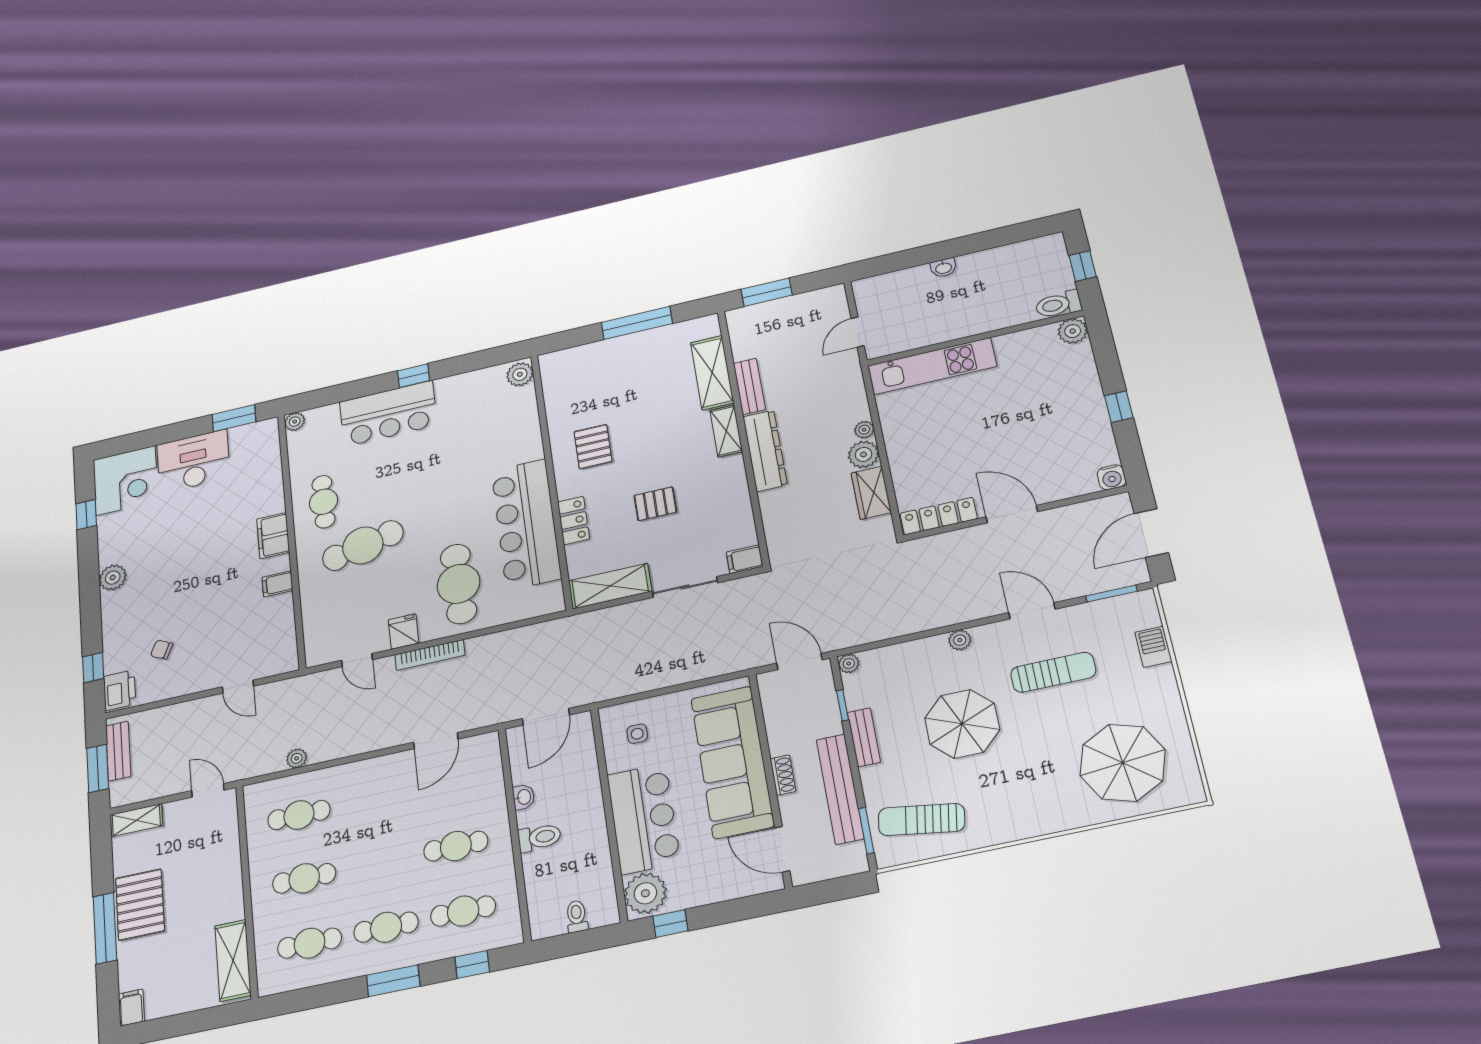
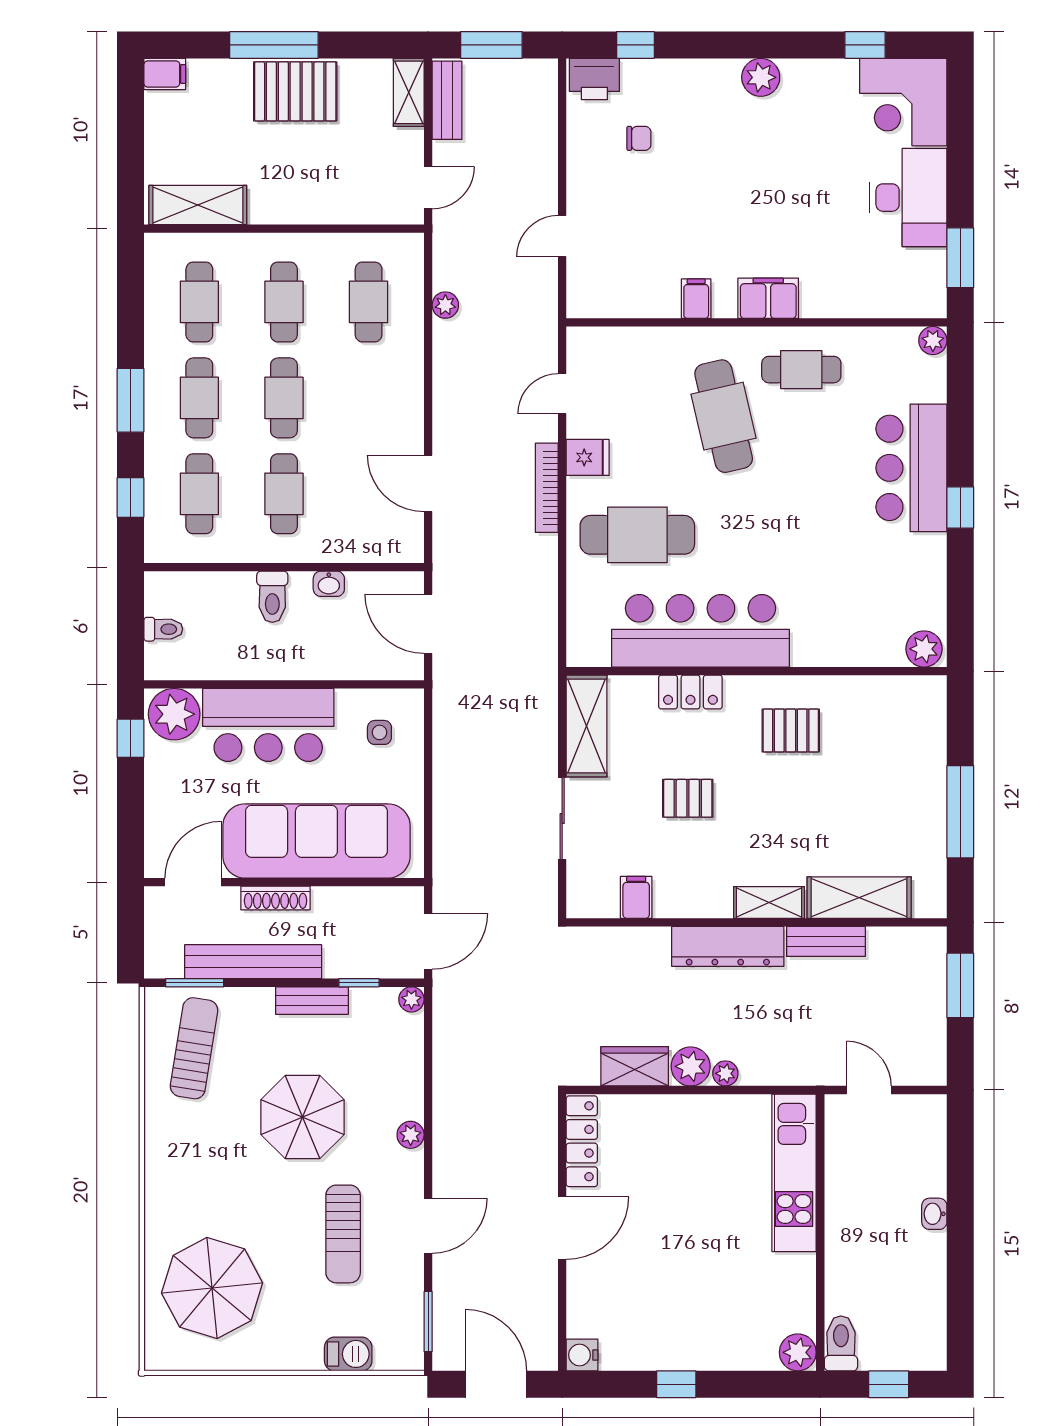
pallet: (655, 504) -> (688, 798), turned 90
filing cabinet: (745, 559) -> (636, 897), moved
chair: (162, 650) -> (639, 138), turned 65
bench: (118, 751) -> (447, 100), moved, turned 90
shoe rack: (783, 775) -> (276, 898), width x1.43
cafe table: (380, 862) -> (284, 398), added

